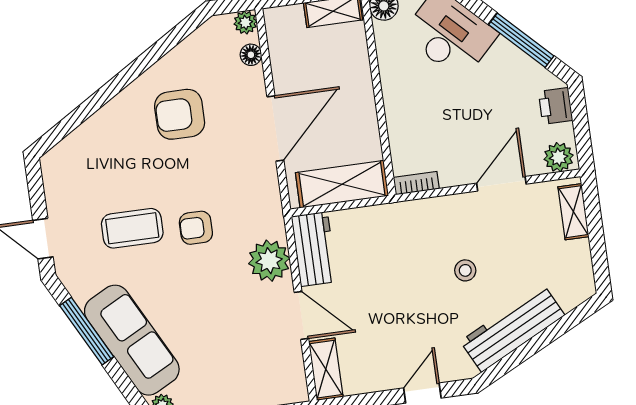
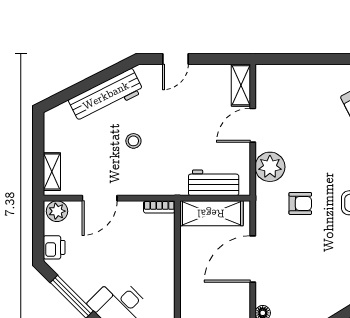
armchair: (180, 114) -> (319, 278), removed
armchair: (196, 228) -> (300, 203), moved
workbench: (314, 249) -> (214, 183), moved, turned 90
door: (301, 315) -> (253, 125), hinge flipped

